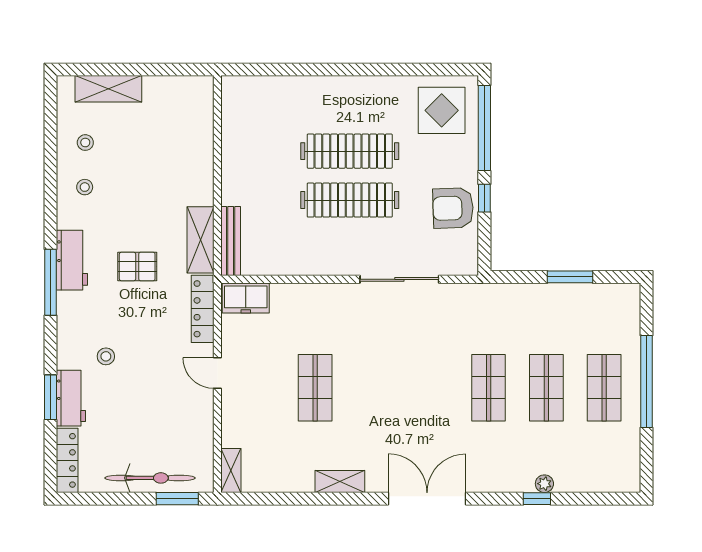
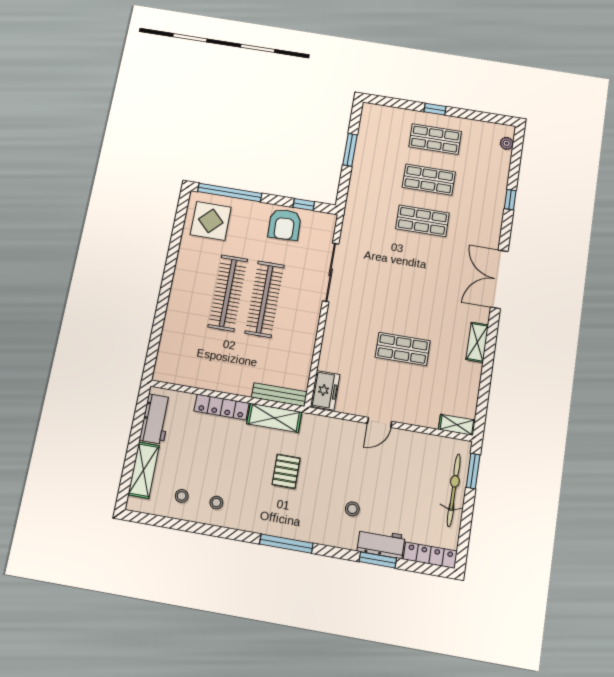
window: (484, 198) -> (304, 205), moved
workbench: (72, 260) -> (156, 419), moved, turned 90
locker: (203, 309) -> (222, 407), moved
window: (647, 381) -> (435, 109), width x0.32
plant: (544, 484) -> (507, 143), moved

